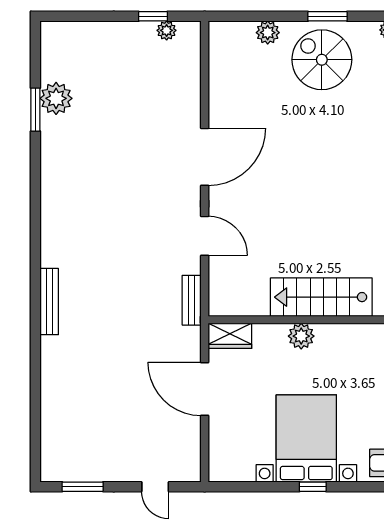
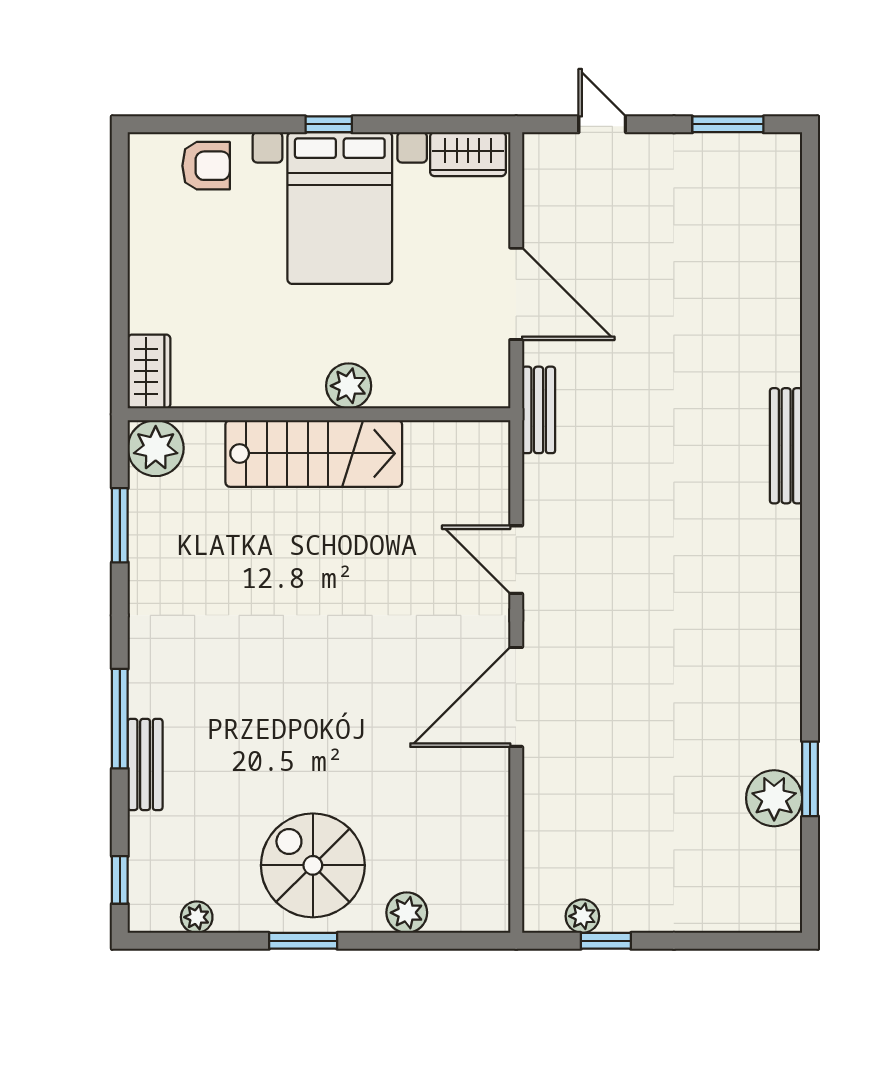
spiral stairs: (322, 60) -> (313, 865), turned 180
bench: (192, 300) -> (539, 410), moved
wardrobe: (230, 336) -> (468, 154), moved, turned 180

